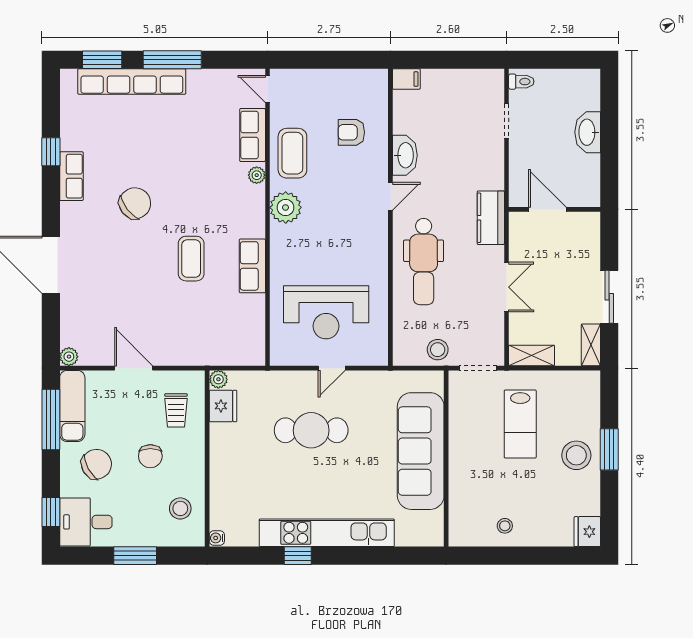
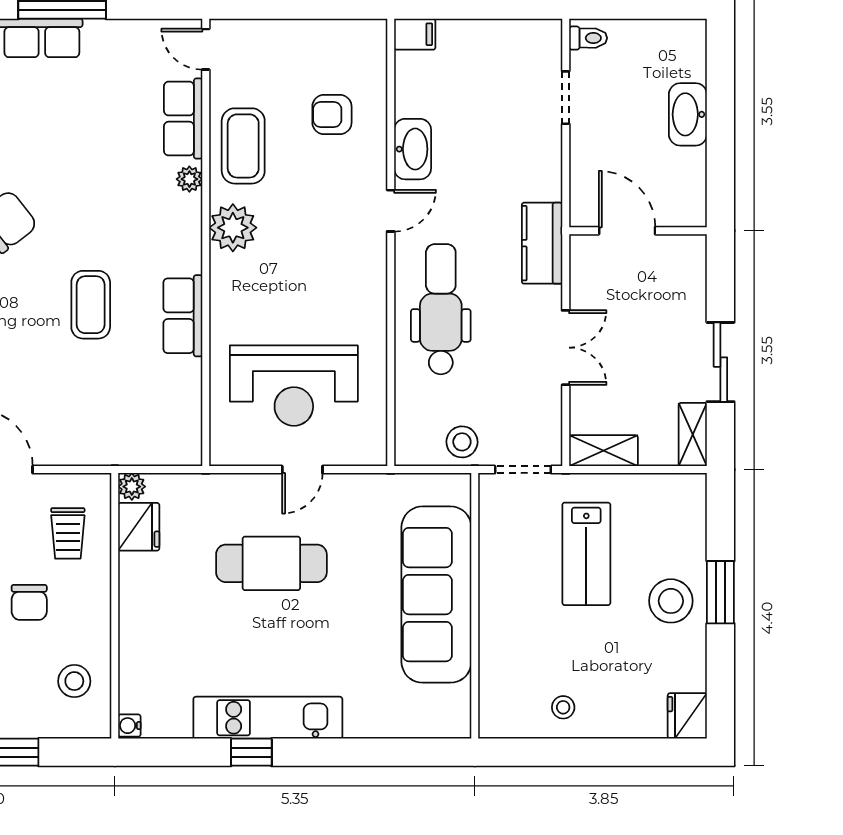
dental chair: (424, 262) -> (441, 309), turned 180
kitchen unit: (327, 533) -> (268, 718), width x0.73

